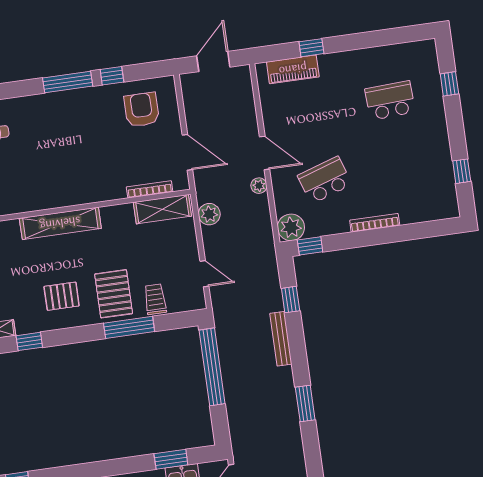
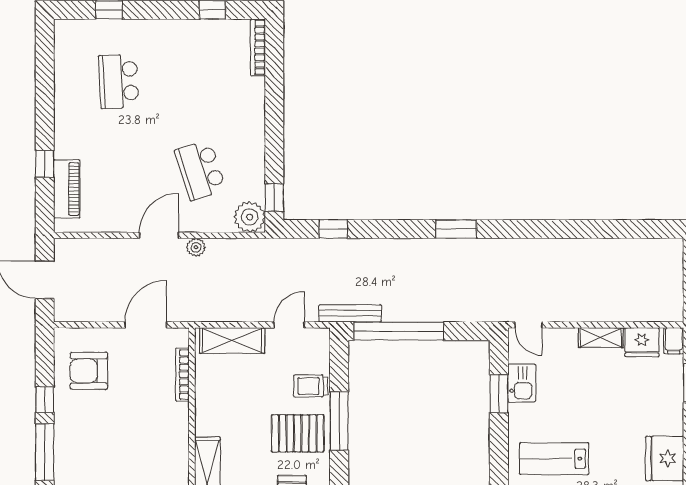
shelving: (162, 209) -> (232, 341), moved, turned 90
plant: (209, 214) -> (221, 309), removed
bookcase: (375, 223) -> (258, 47), moved
bench: (281, 339) -> (350, 313), moved

